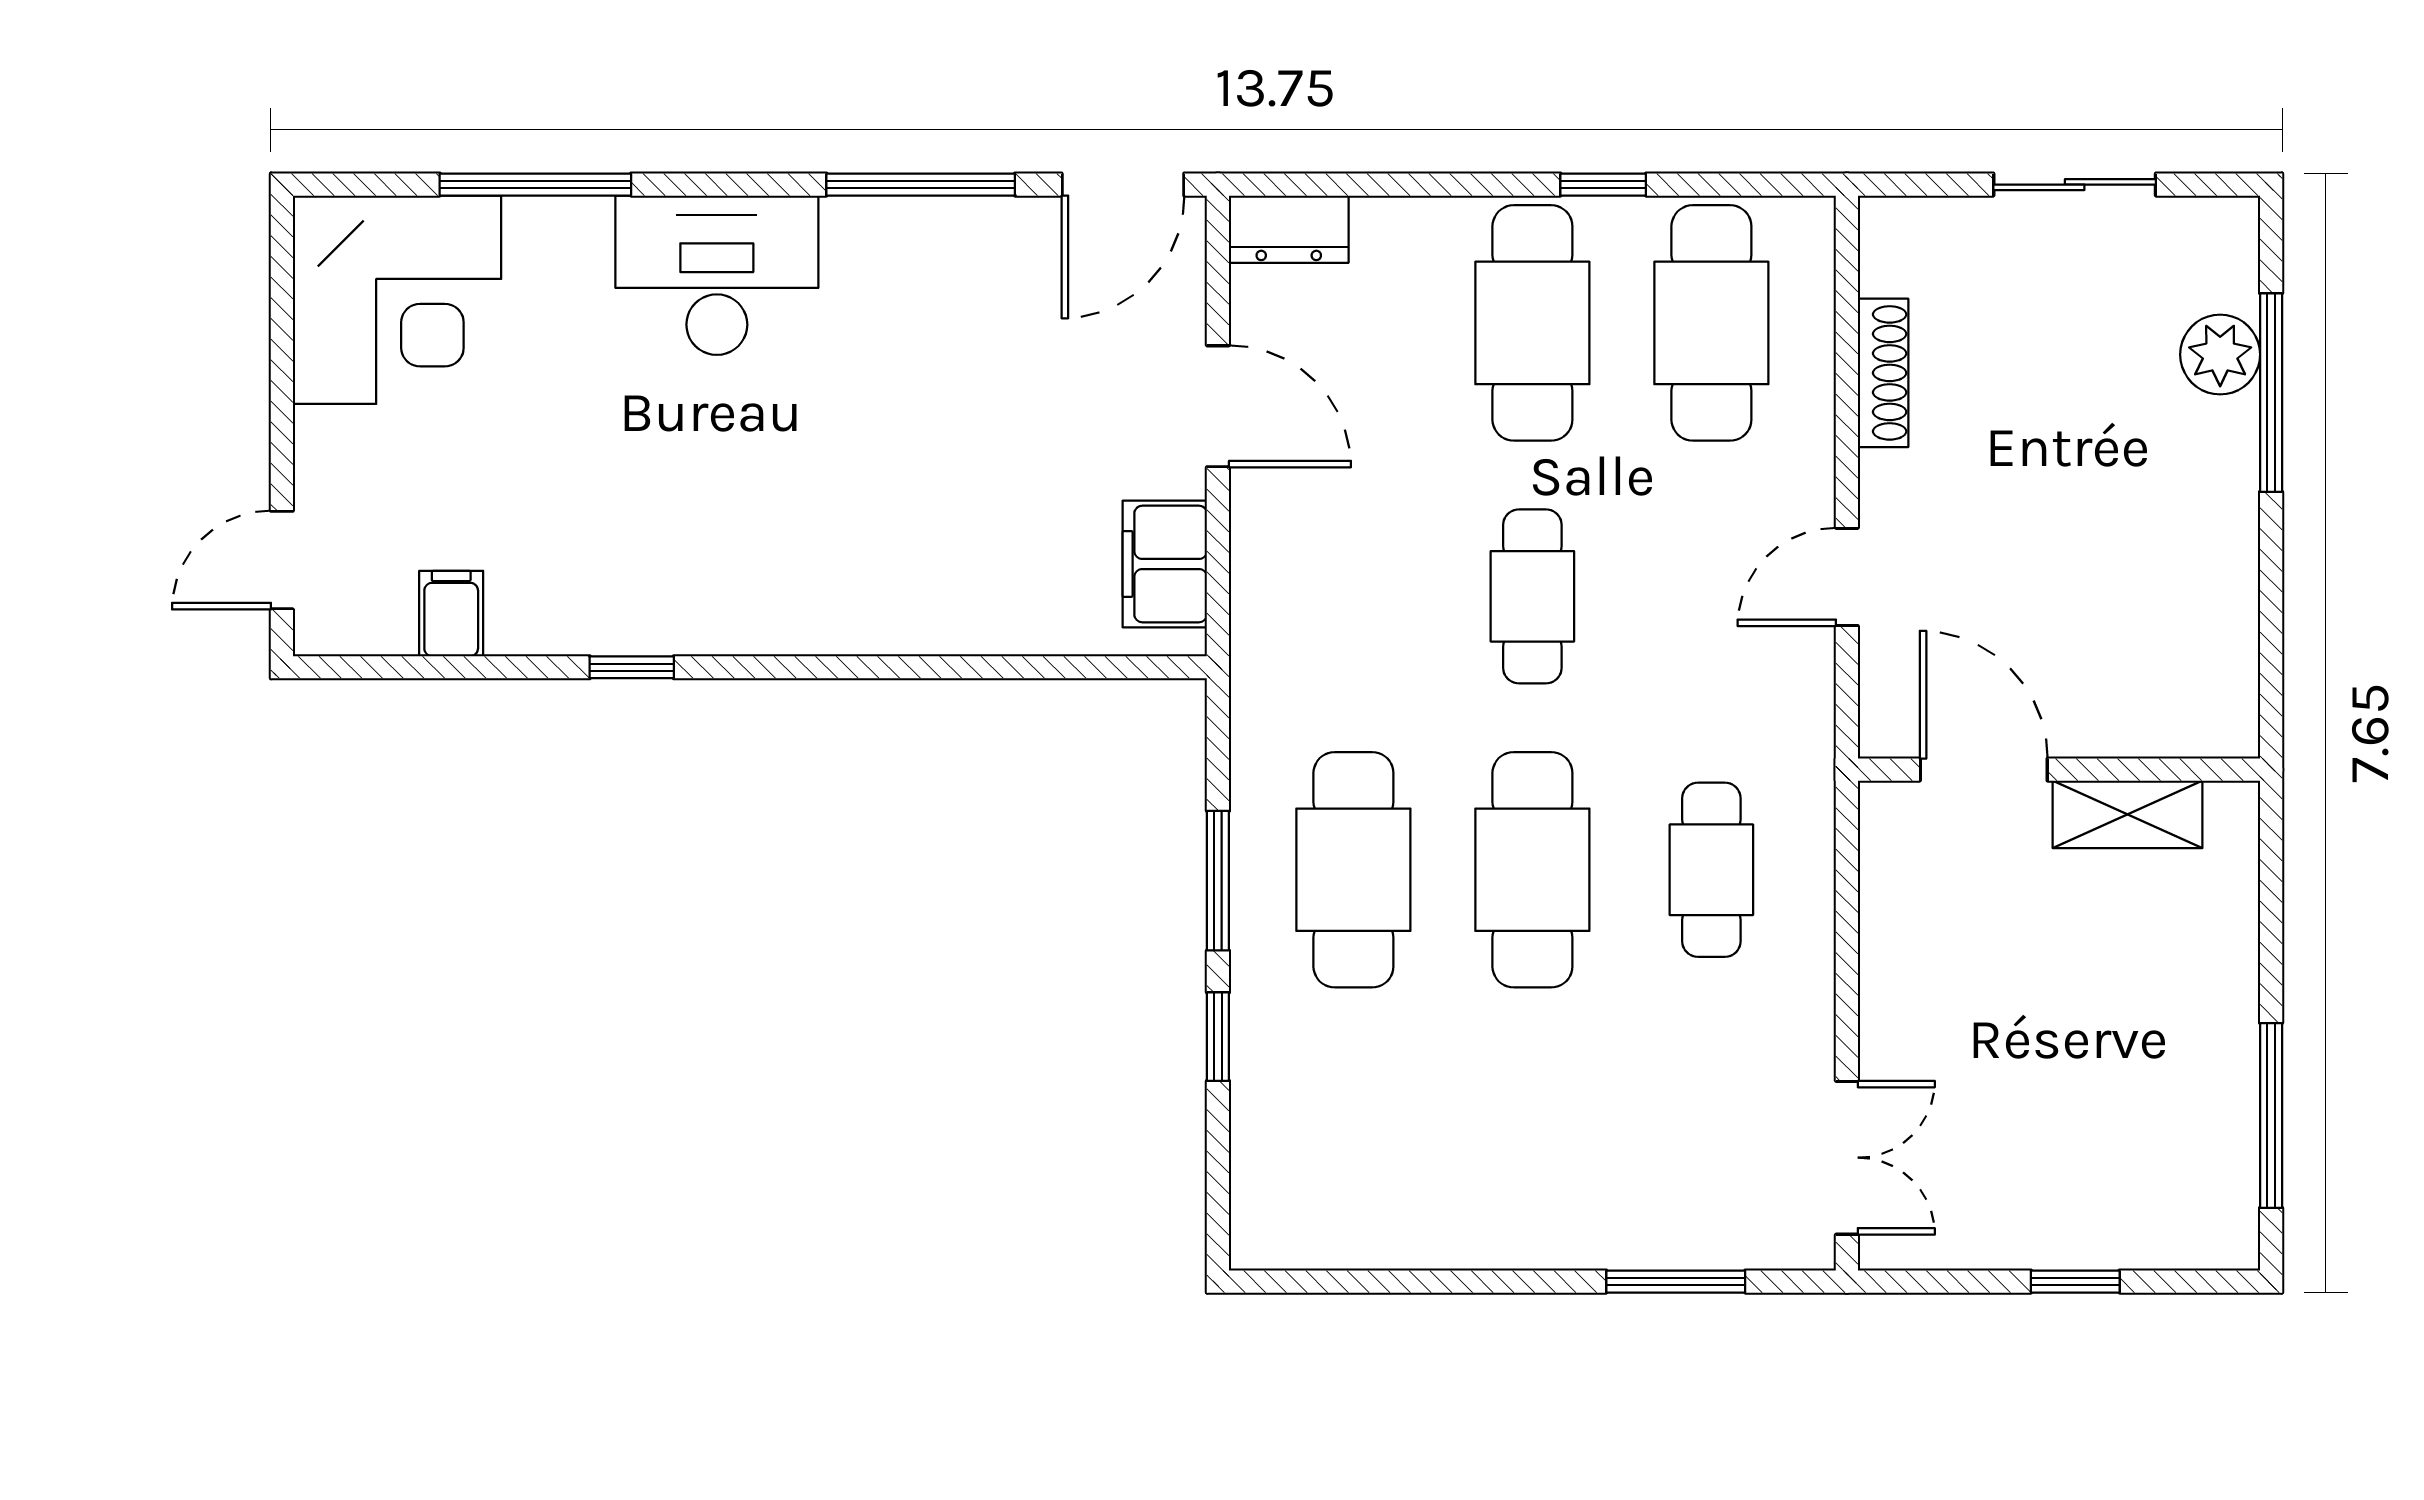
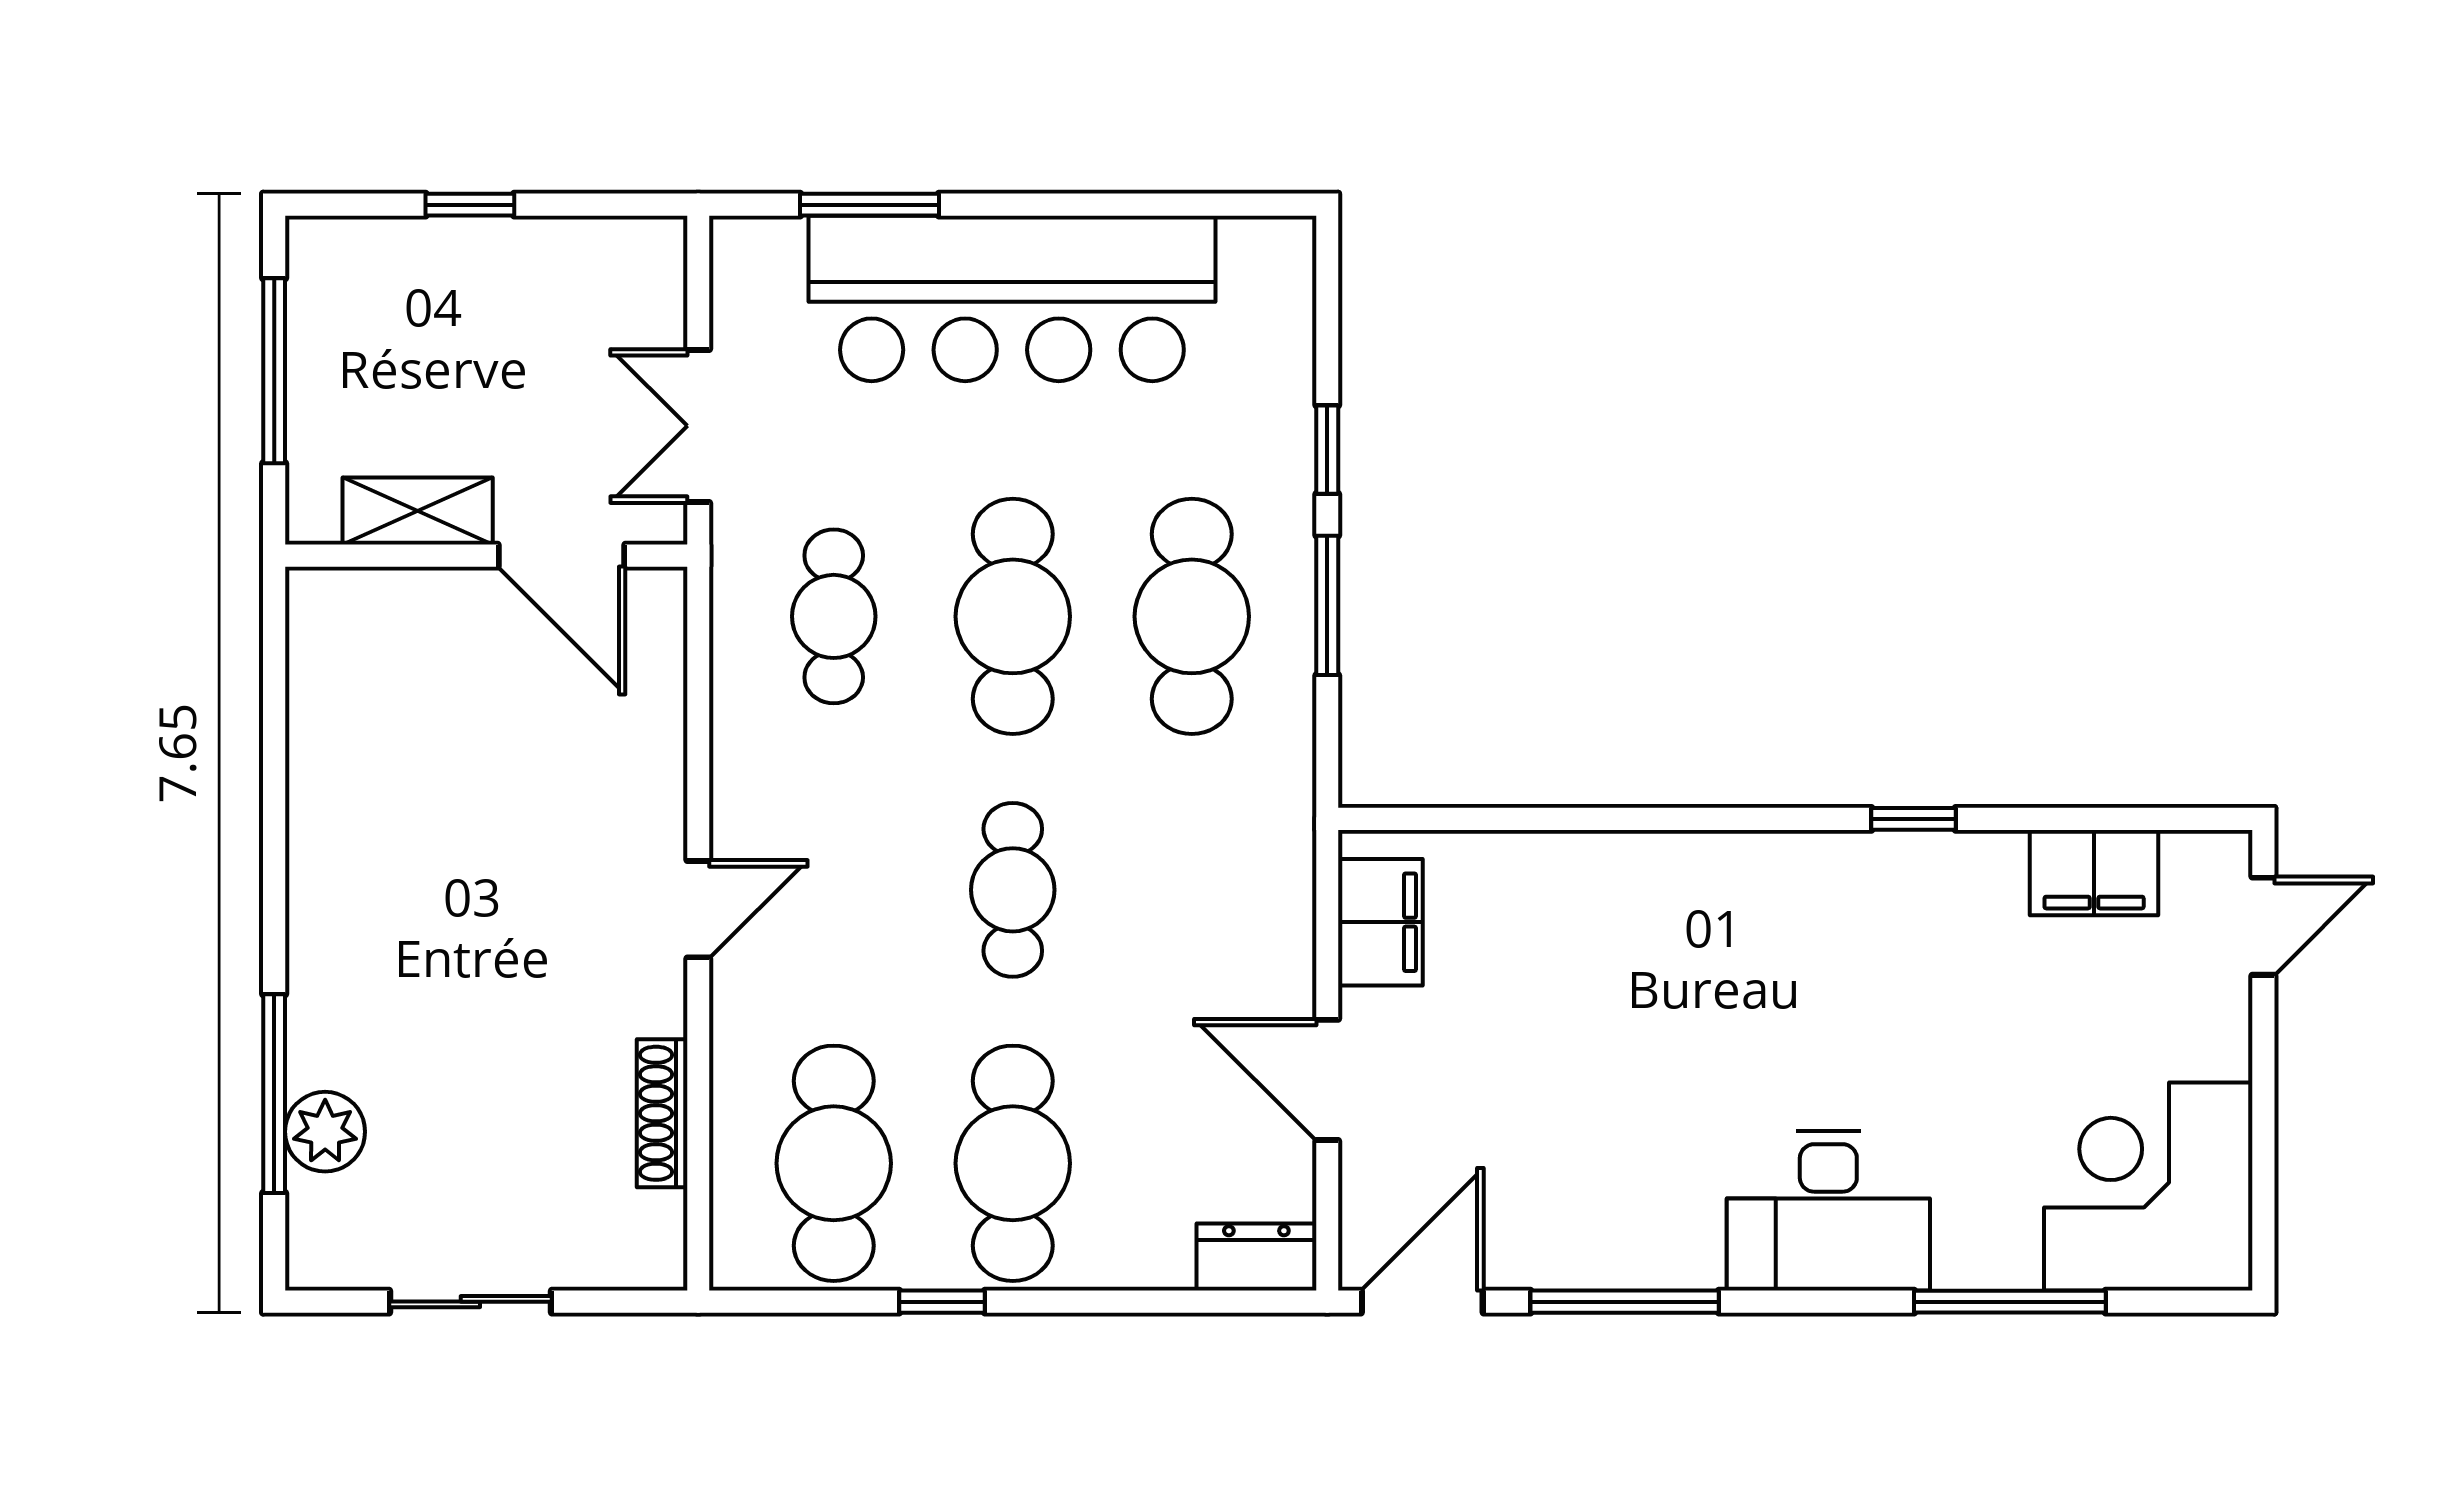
filing cabinet: (451, 614) -> (2094, 873), width x2.00
door: (1984, 770) -> (561, 556), moved
wall: (2059, 770) -> (486, 556), moved
shelving: (2127, 814) -> (418, 511), moved
double door: (1847, 1158) -> (698, 426), moved
bar counter: (1533, 1188) -> (1012, 298), added

